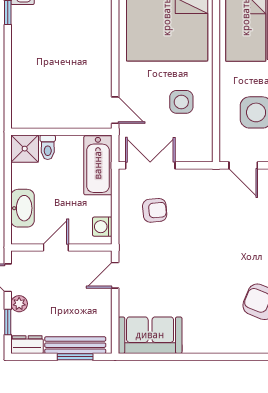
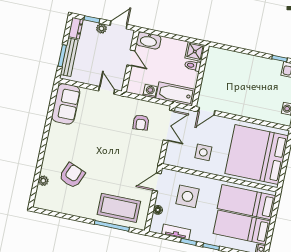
washbasin: (23, 208) -> (149, 40), moved
washing machine: (102, 227) -> (150, 91), moved

